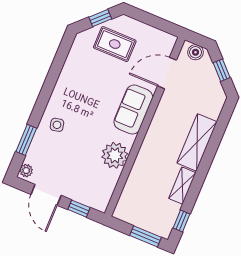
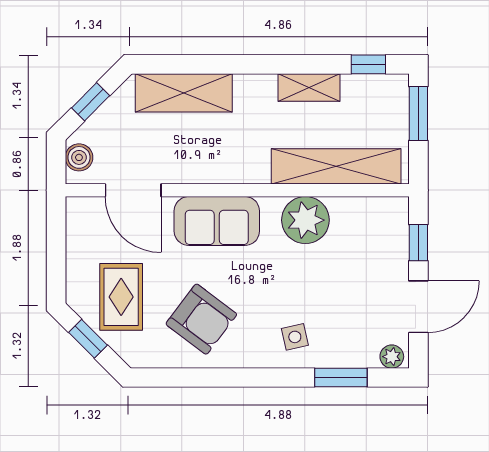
armchair: (86, 81) -> (201, 319), added
shelving: (197, 142) -> (184, 93), moved
shelving: (136, 183) -> (336, 166), added

